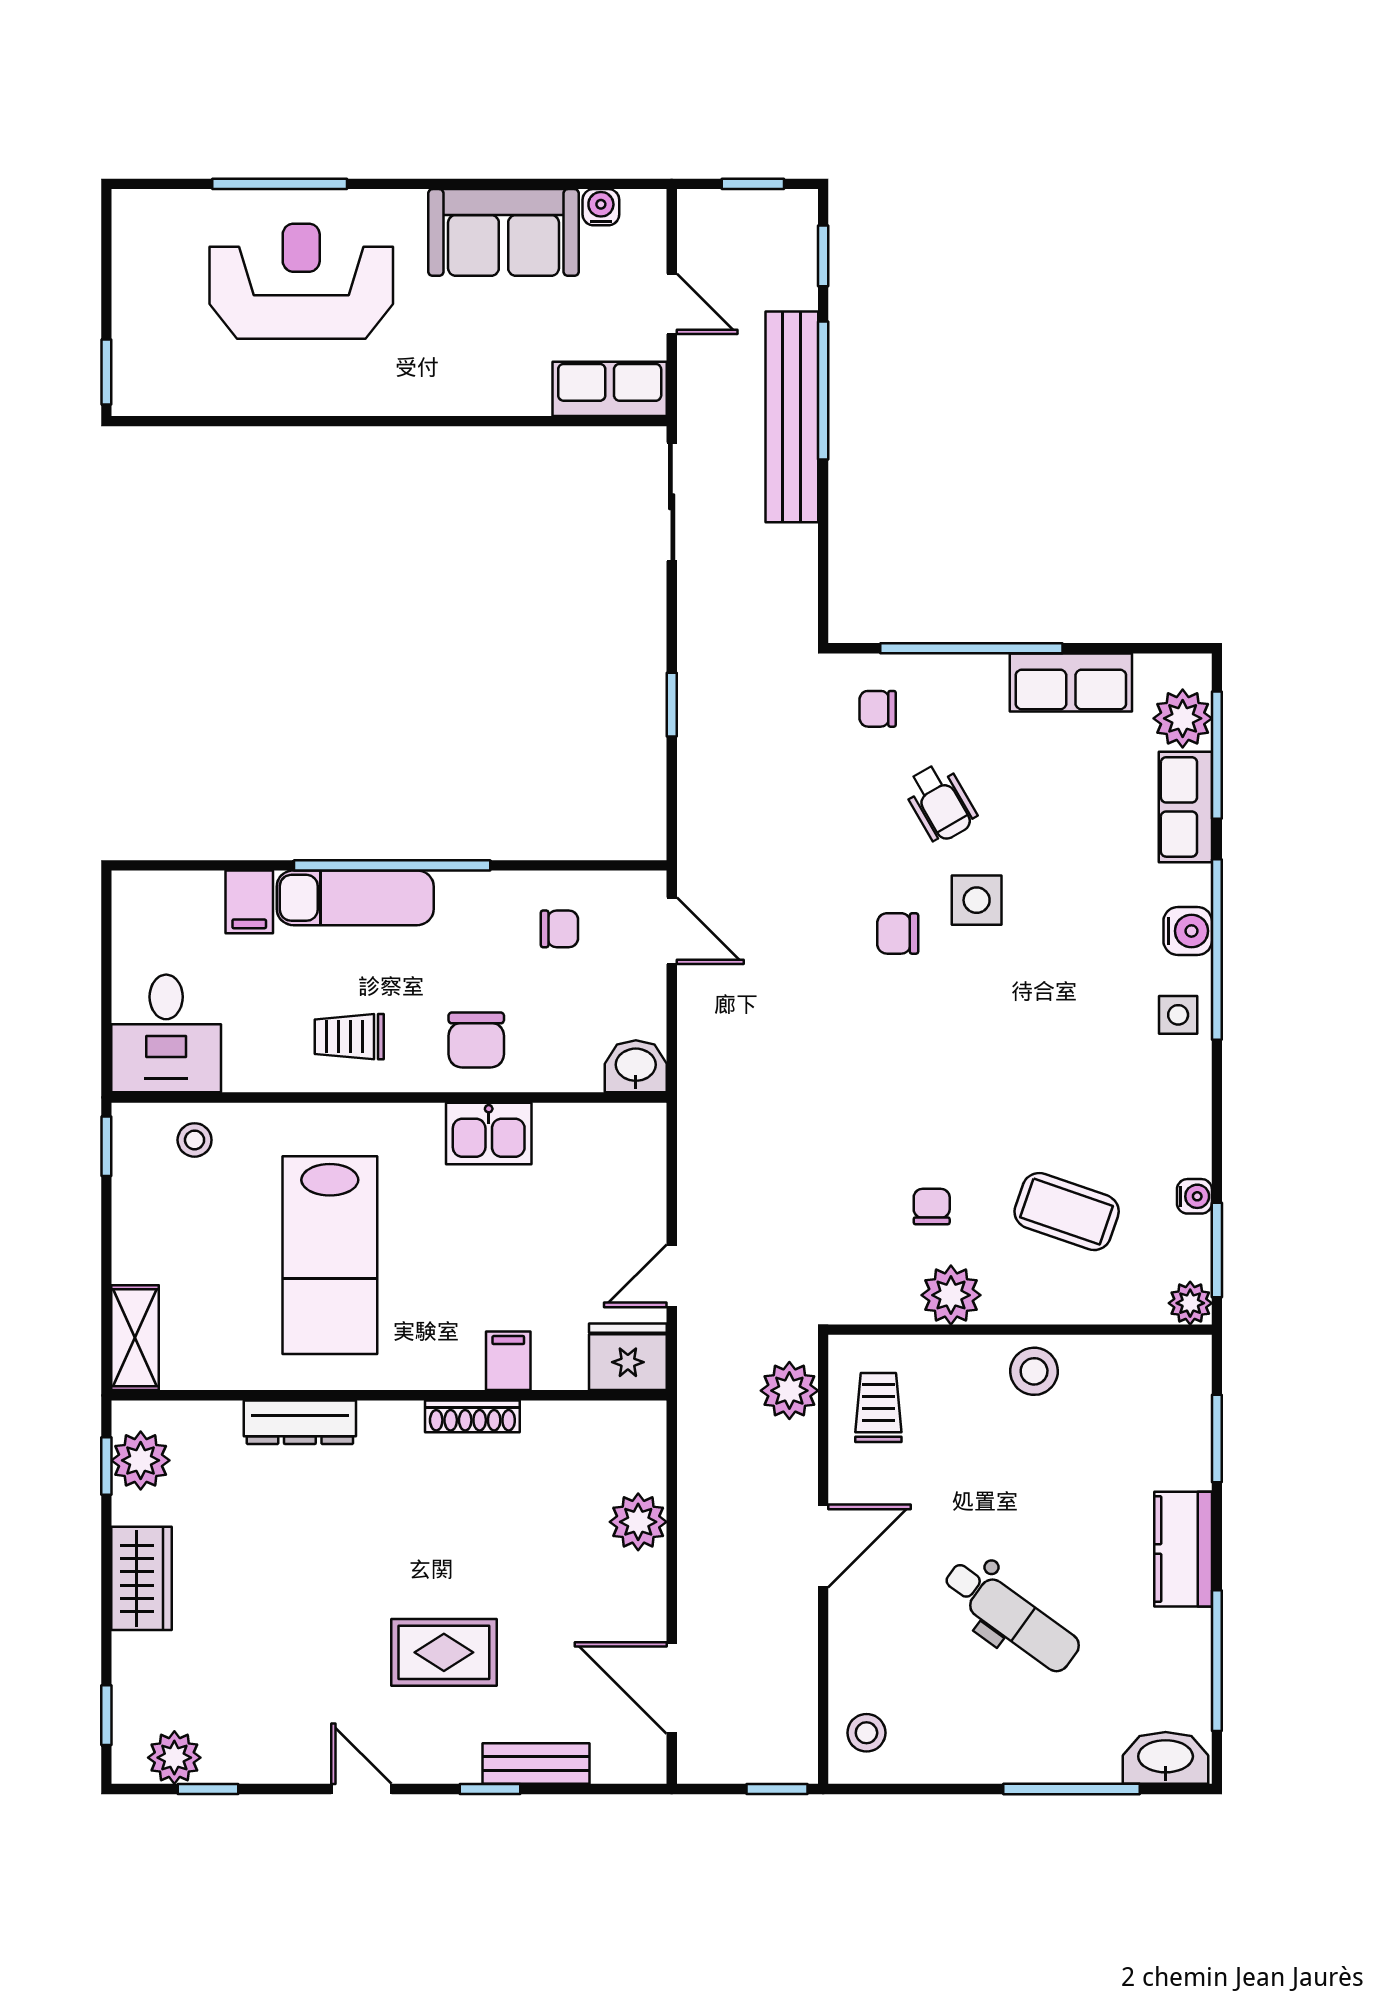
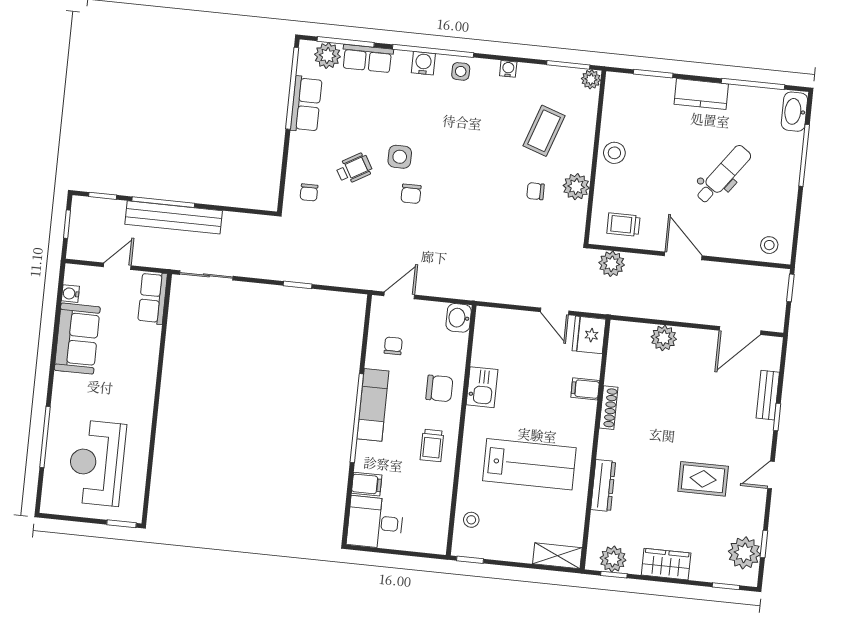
reception desk: (301, 281) -> (97, 463), moved
window: (971, 648) -> (292, 88), moved
exam couch: (355, 898) -> (373, 405), moved
desk: (166, 1033) -> (375, 522), moved, turned 180
water cooler: (1194, 1196) -> (508, 69), moved
rug: (444, 1652) -> (703, 479), moved, turned 90
plant: (174, 1758) -> (744, 553), width x1.36, depth x1.36

